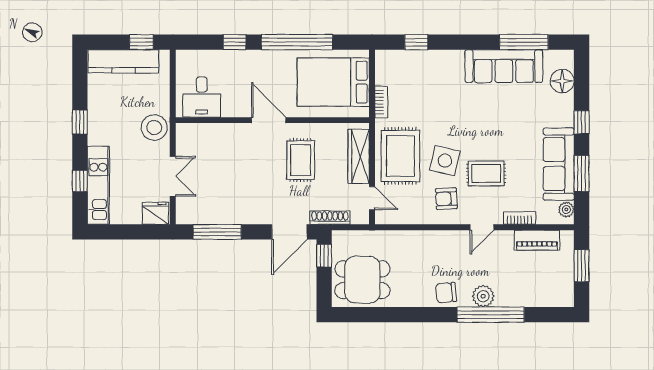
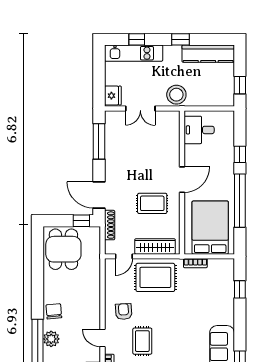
kitchen counter: (123, 61) -> (208, 54), moved, turned -90
side table: (445, 161) -> (152, 310), removed

